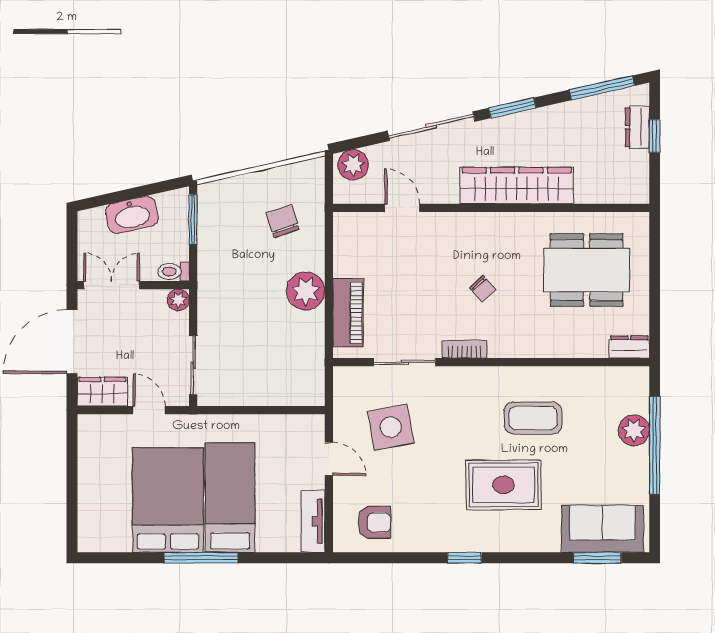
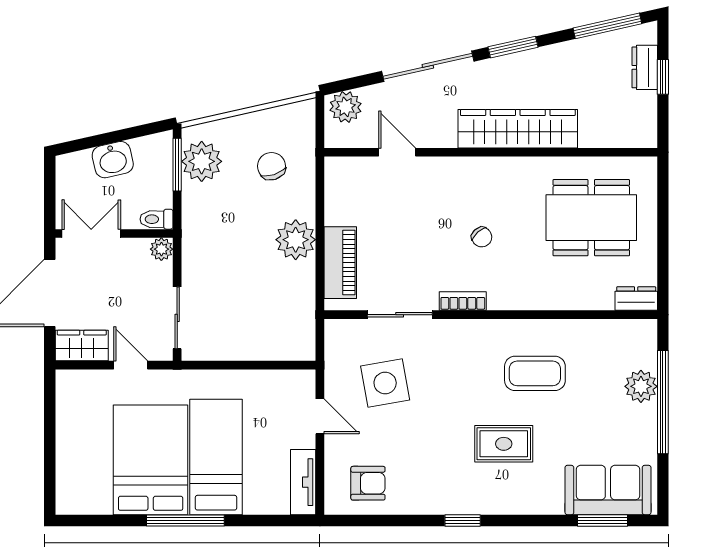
washbasin: (132, 215) -> (113, 160), width x0.72
plant: (216, 217) -> (202, 161), added
rug: (503, 485) -> (504, 444), width x0.73, depth x0.70

